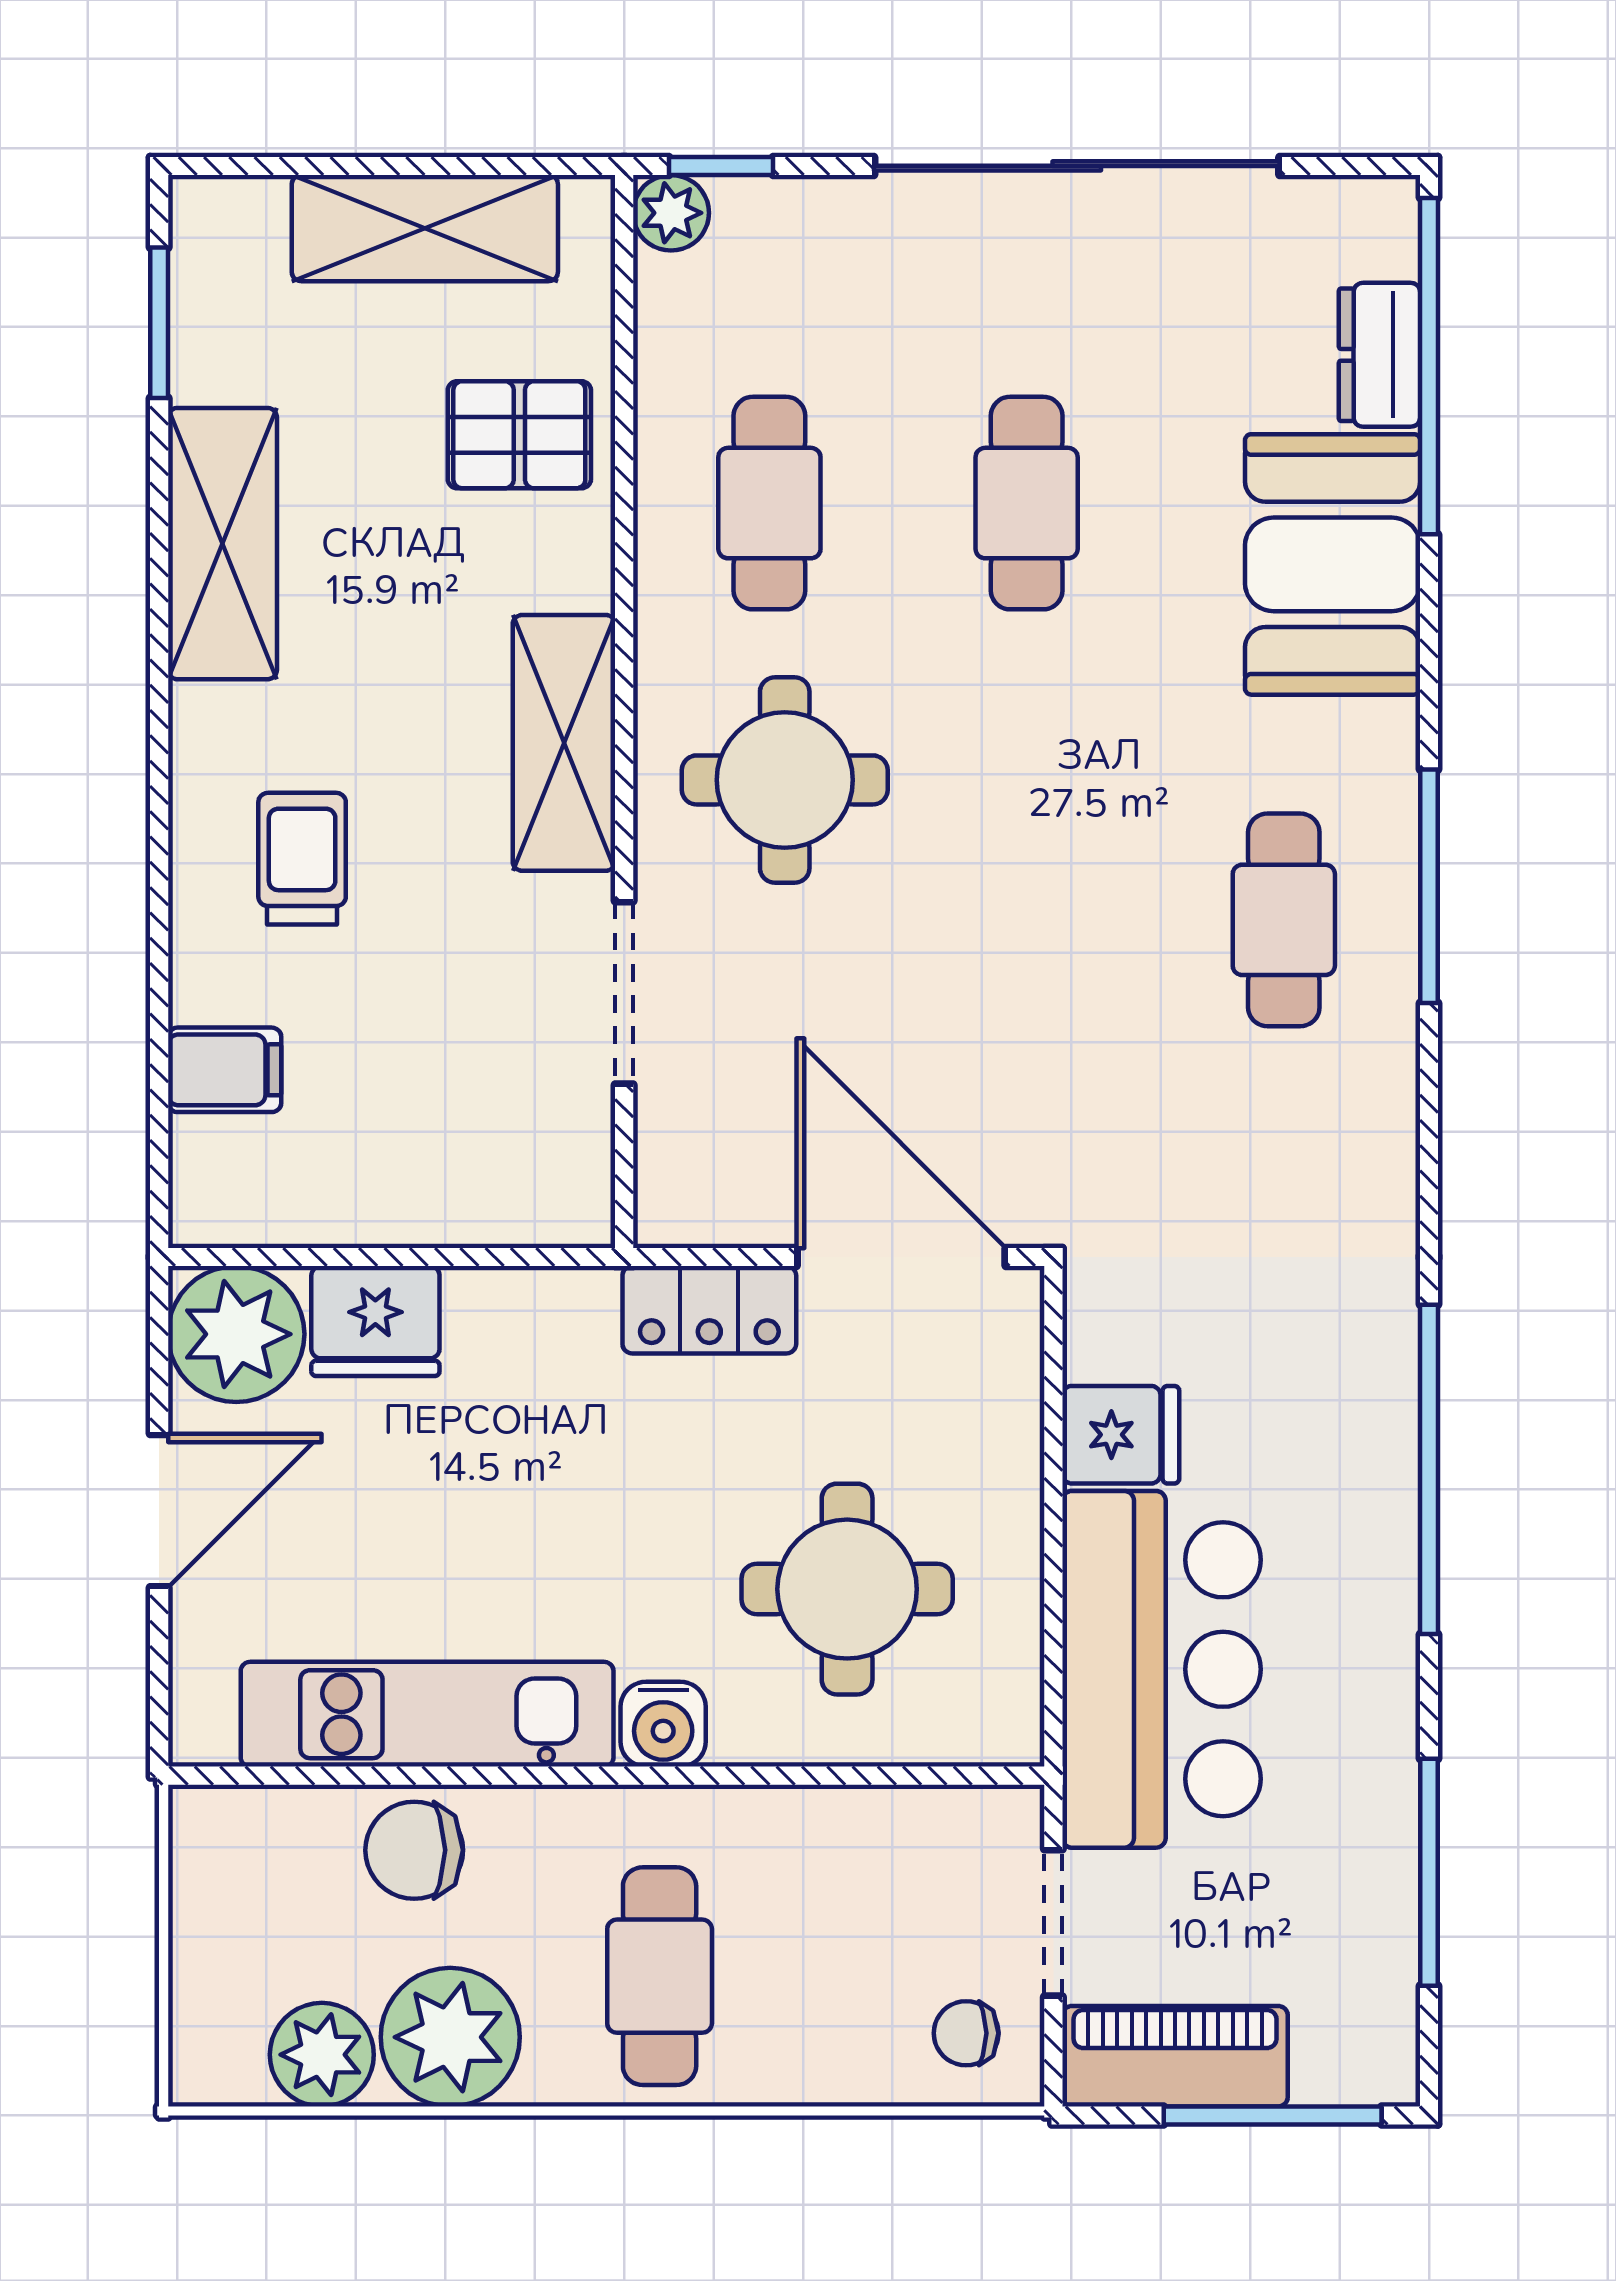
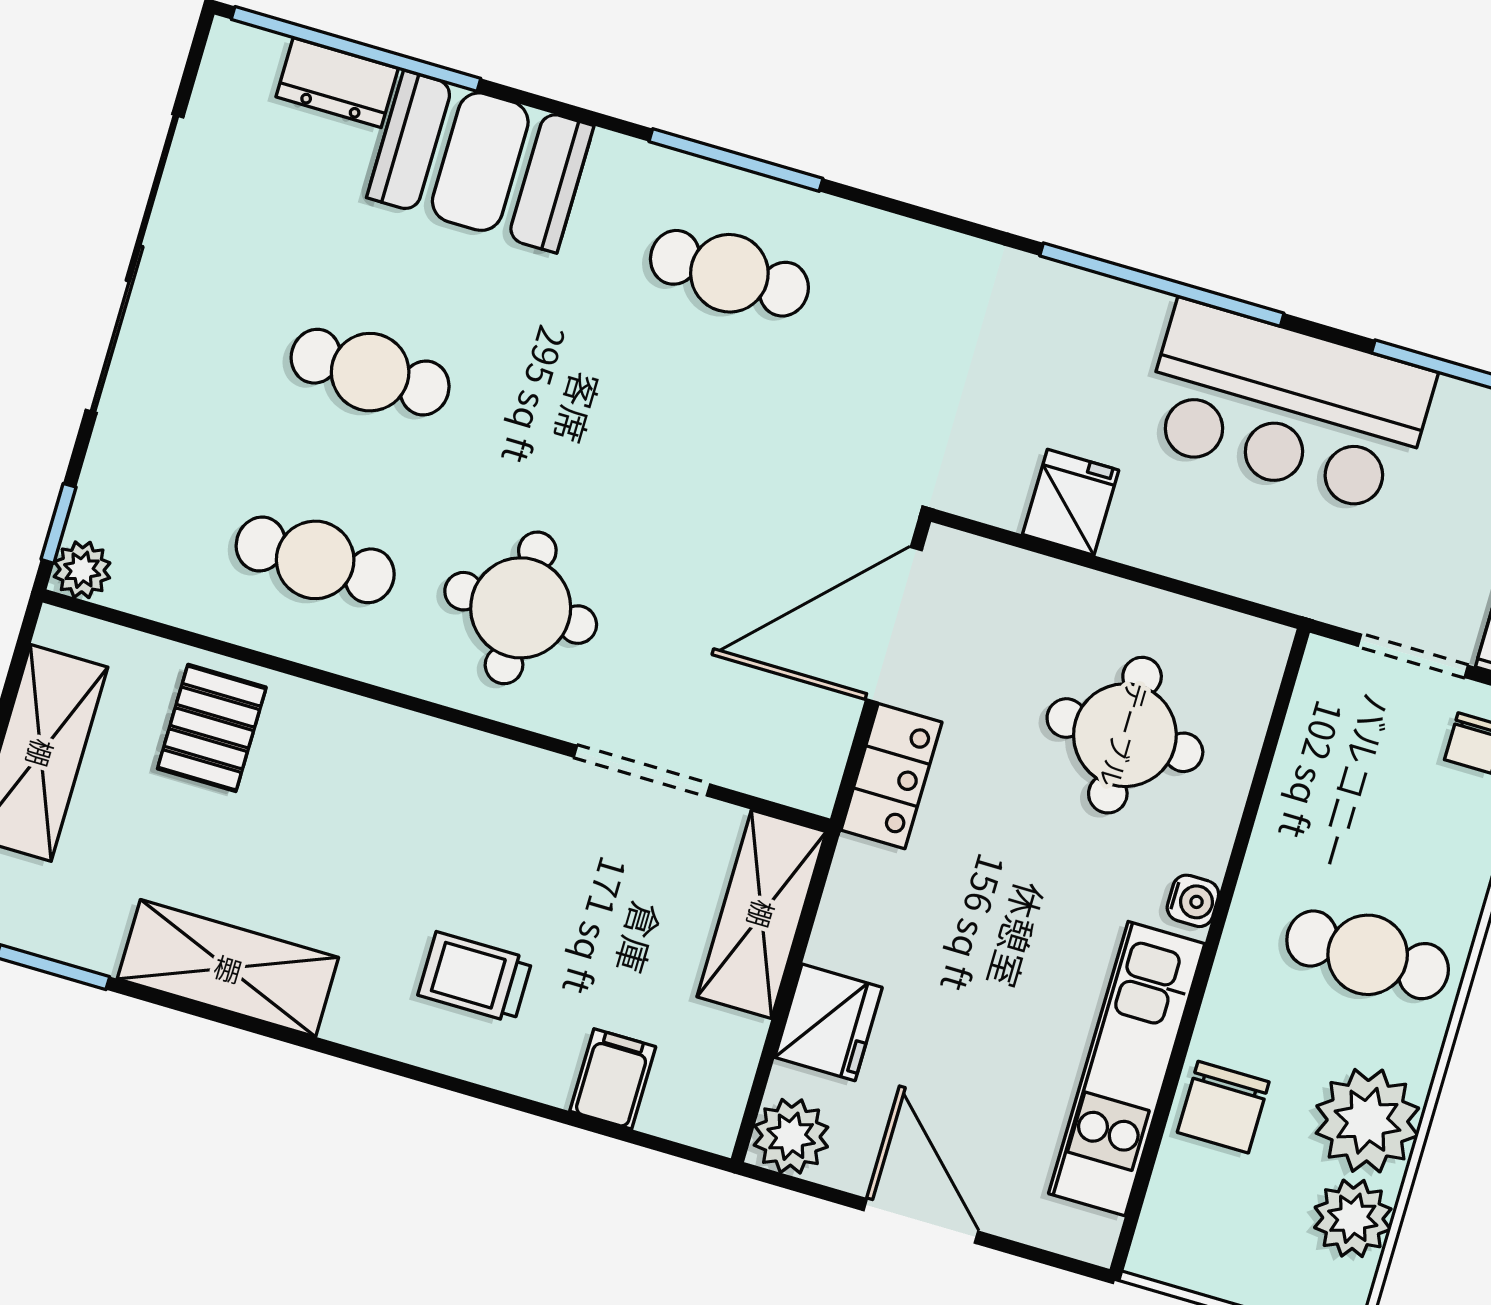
shelving: (564, 743) -> (762, 914), moved, turned 90
plant: (236, 1334) -> (791, 1136), width x0.73, depth x0.73
bar counter: (1162, 1669) -> (1287, 407), moved, turned 180
water cooler: (663, 1724) -> (1193, 901), width x0.72, depth x0.72

